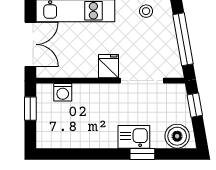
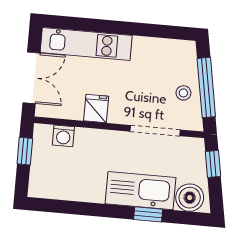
stool: (146, 11) -> (183, 93), moved
fridge: (109, 66) -> (96, 108), moved
kitchen sink: (134, 137) -> (140, 191), width x1.88, depth x1.24

